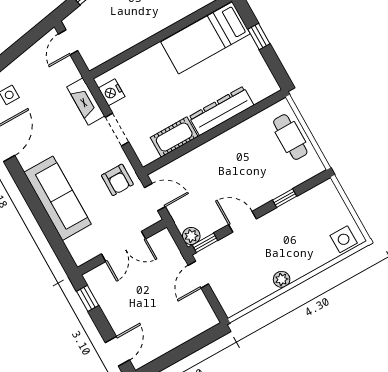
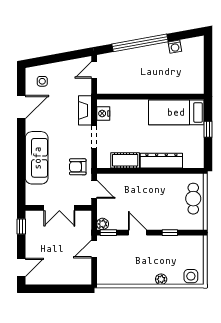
armchair: (117, 180) -> (78, 167), turned 90
plant: (282, 279) -> (161, 279), moved

